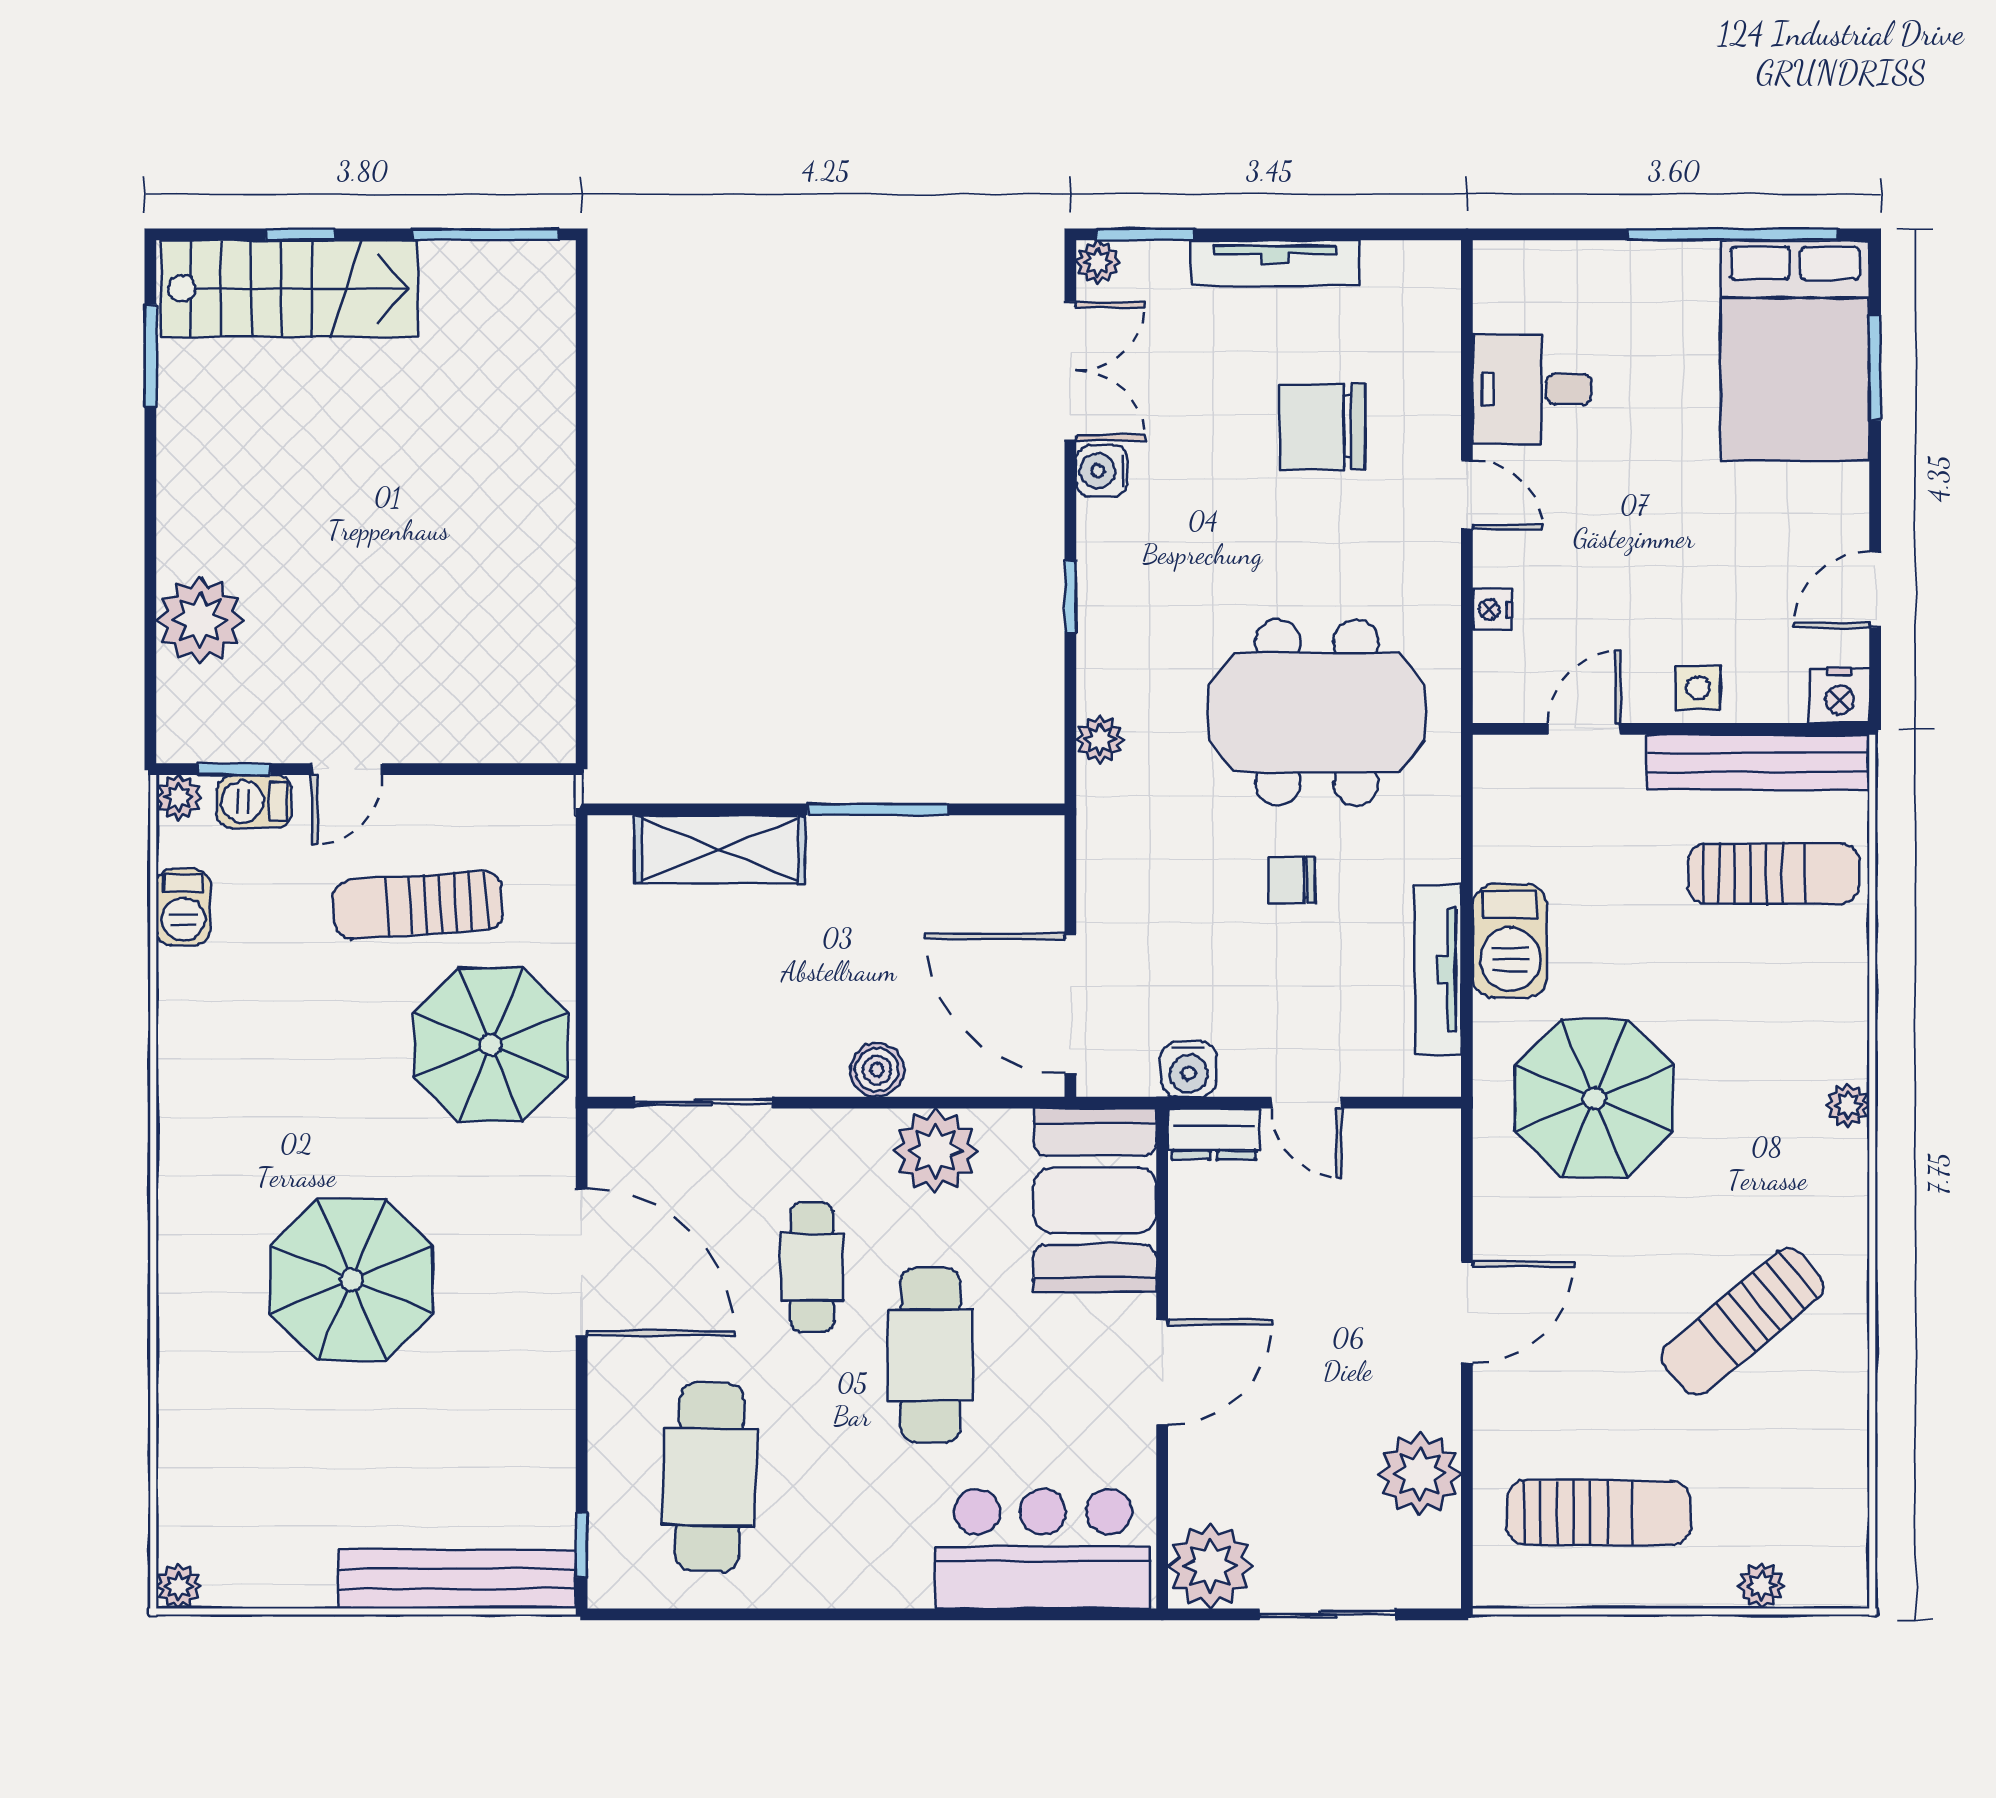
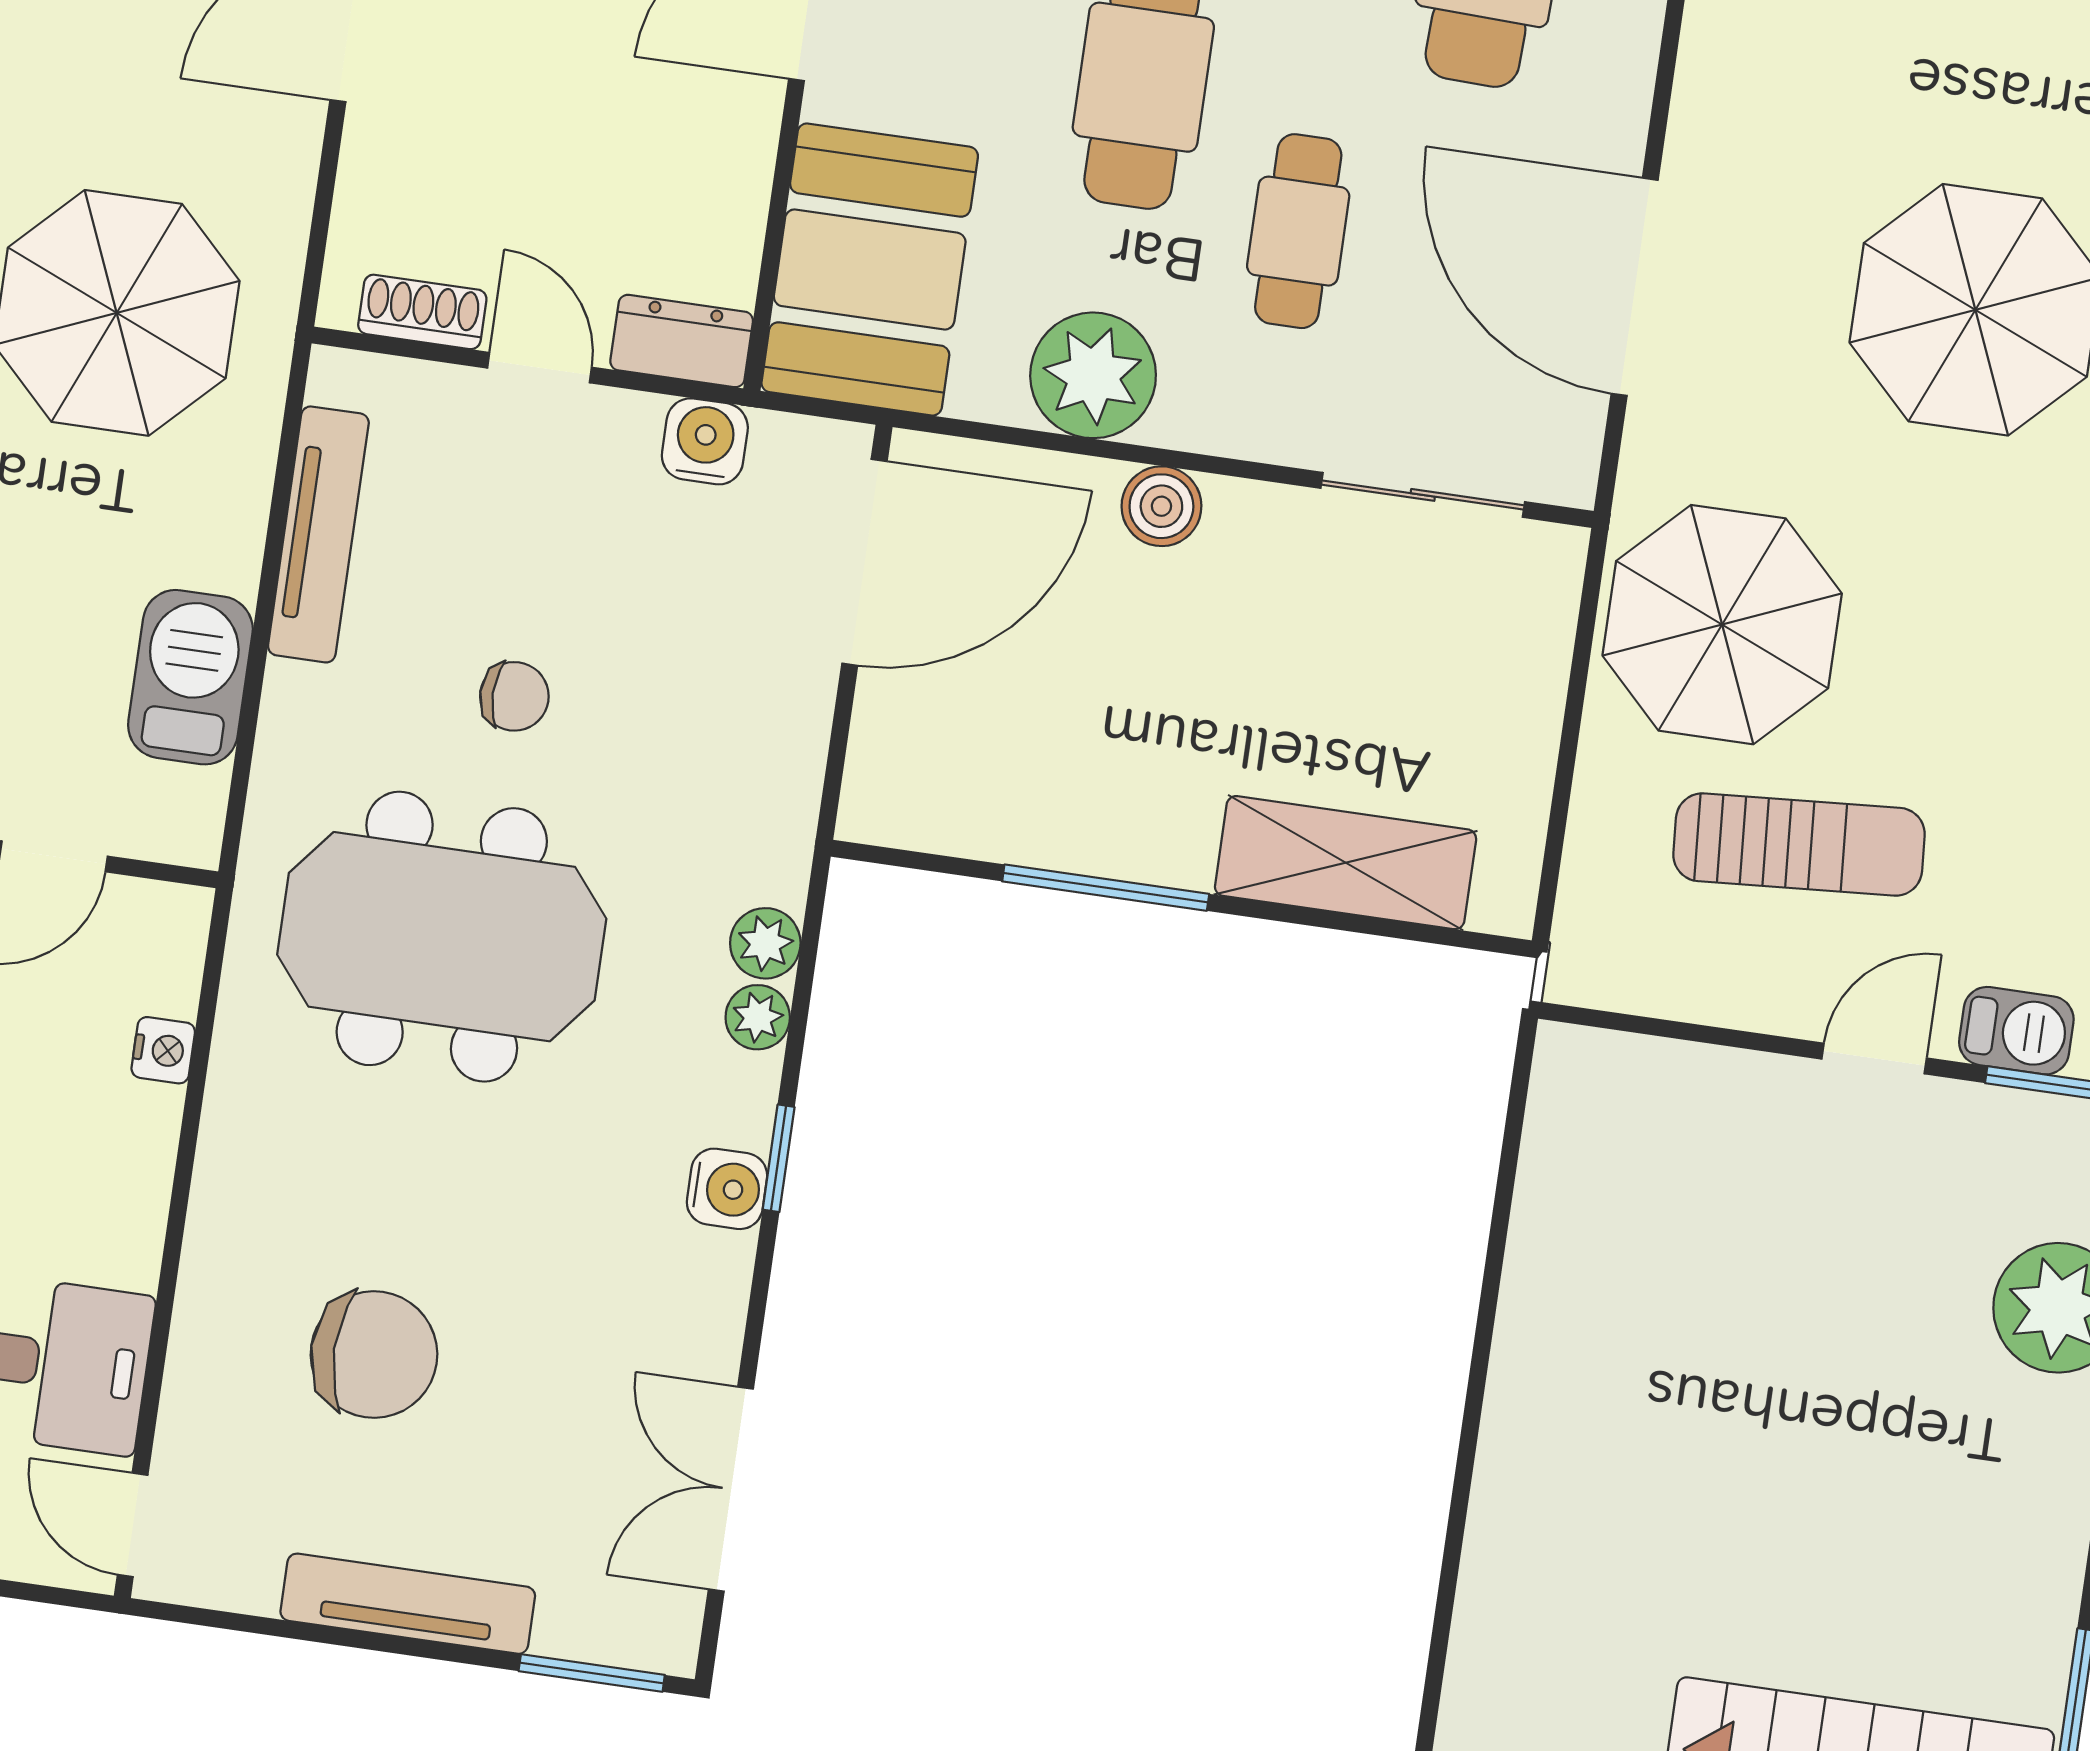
plant: (1098, 262) -> (758, 1017), moved
water cooler: (1102, 471) -> (727, 1189), moved
door: (1467, 495) -> (133, 1525), moved
barbecue: (1510, 941) -> (190, 677), moved
door: (1070, 1004) -> (864, 562), hinge flipped
shoe rack: (1390, 1129) -> (422, 312), added

